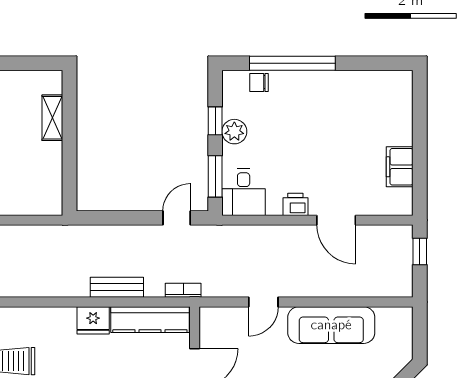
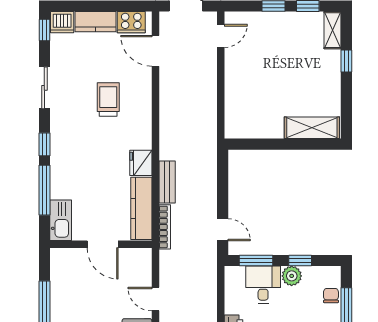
shelving: (52, 118) -> (312, 128), width x1.50, depth x1.33
desk: (244, 192) -> (263, 285), moved, turned 90
bookcase: (183, 290) -> (165, 227), width x1.56

